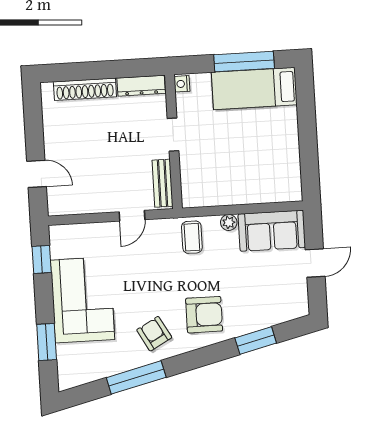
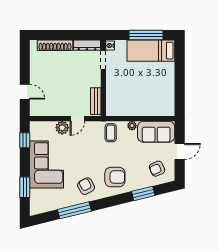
doorway: (173, 135) -> (103, 60), moved
plant: (106, 233) -> (62, 128), added
armchair: (277, 296) -> (157, 169), added

